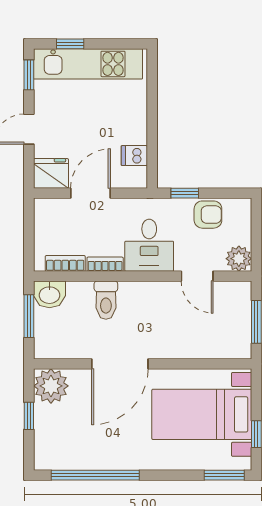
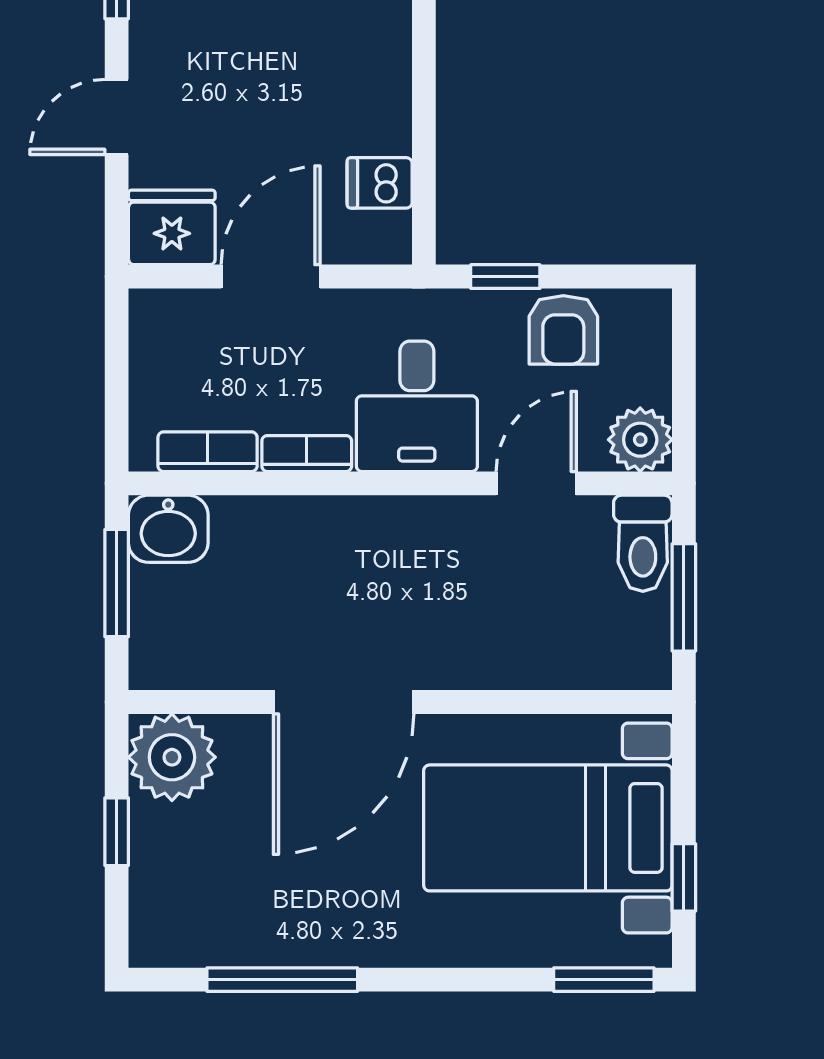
armchair: (208, 215) -> (563, 330), turned 90
door: (197, 276) -> (536, 483), swing flipped
toilet: (106, 300) -> (643, 543), moved
window: (95, 475) -> (282, 980), width x0.68

